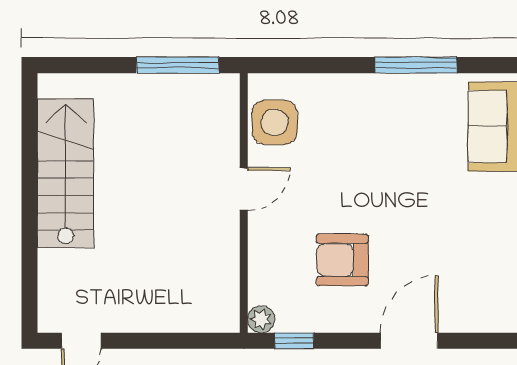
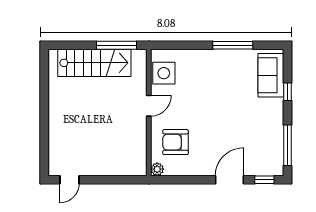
stairs: (66, 173) -> (94, 63), moved, turned 90
armchair: (342, 260) -> (176, 142), moved
window: (294, 341) -> (264, 180), moved

